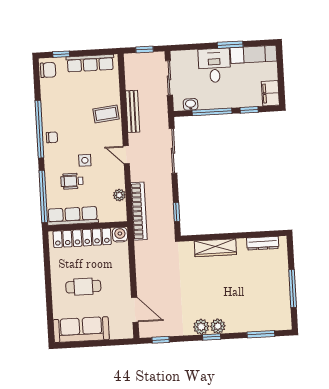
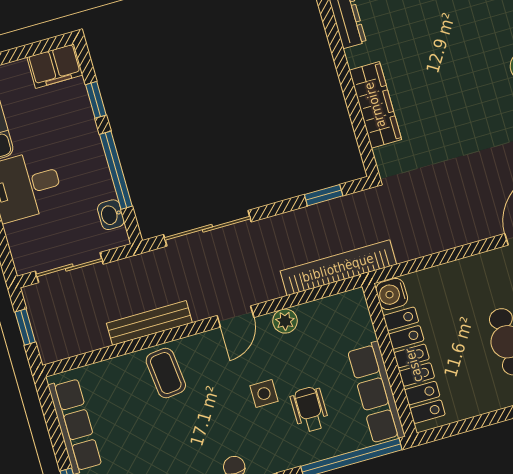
wheelchair: (72, 181) -> (310, 409), turned 180
plant: (119, 195) -> (285, 321), moved

